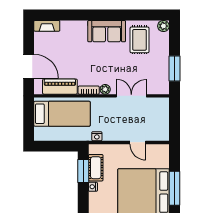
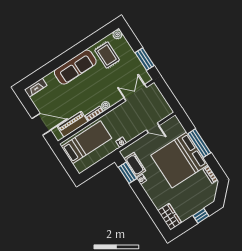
sofa: (107, 31) -> (75, 67), width x1.36
double door: (131, 96) -> (135, 93), moved

